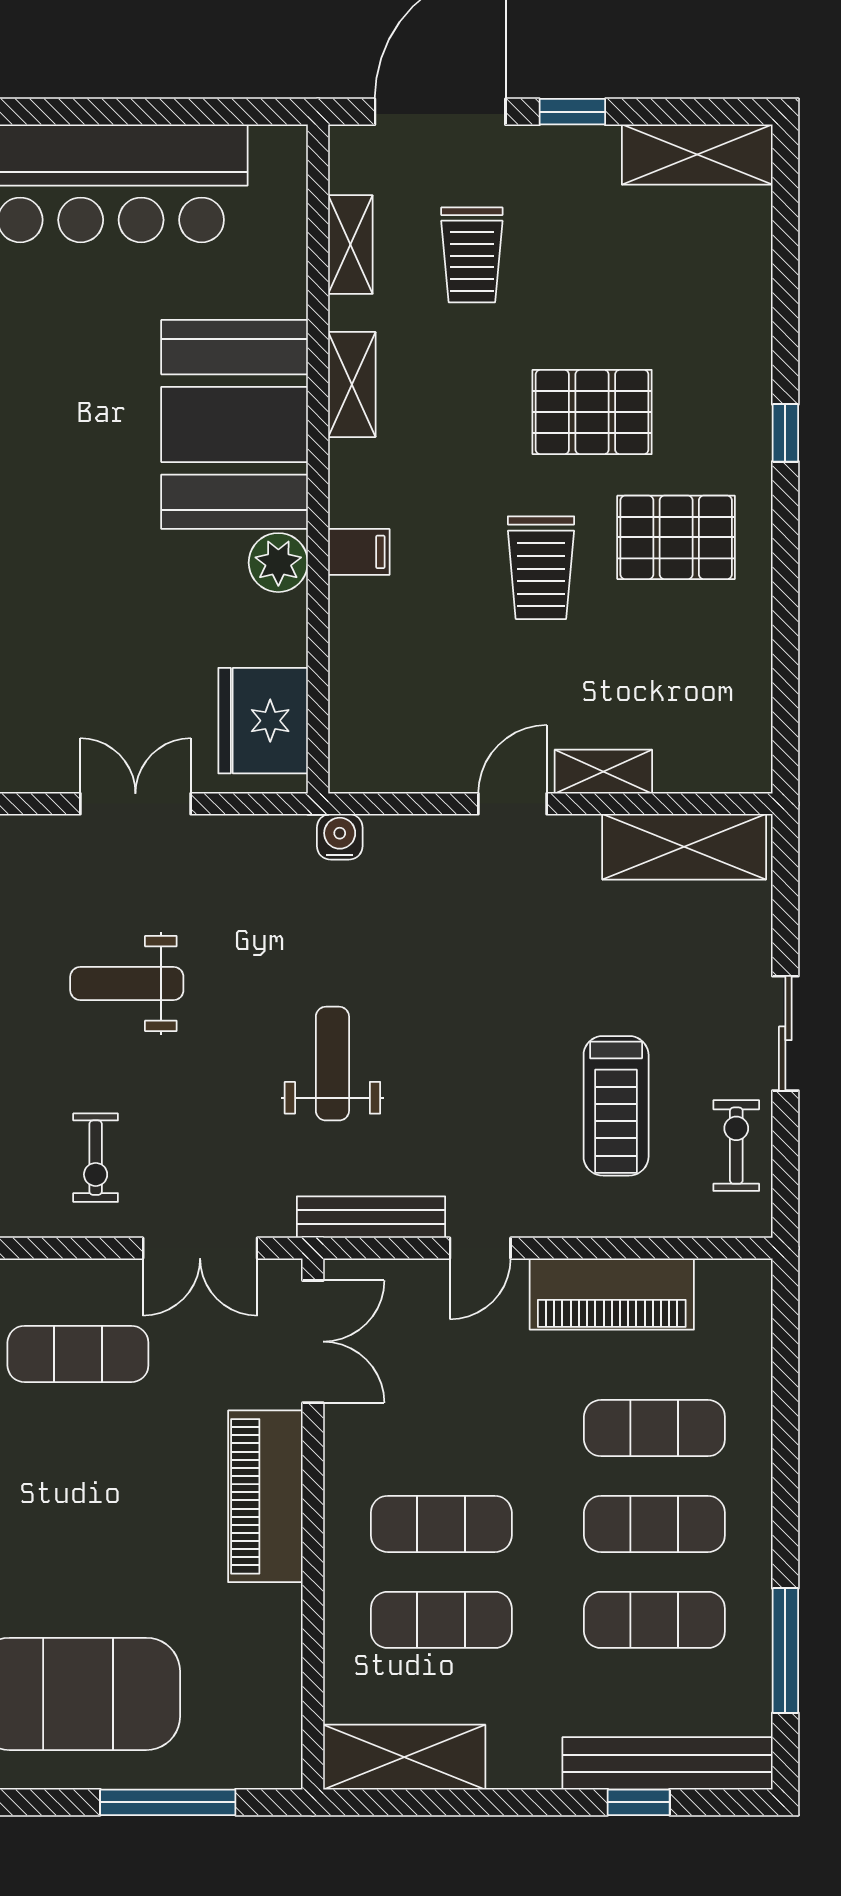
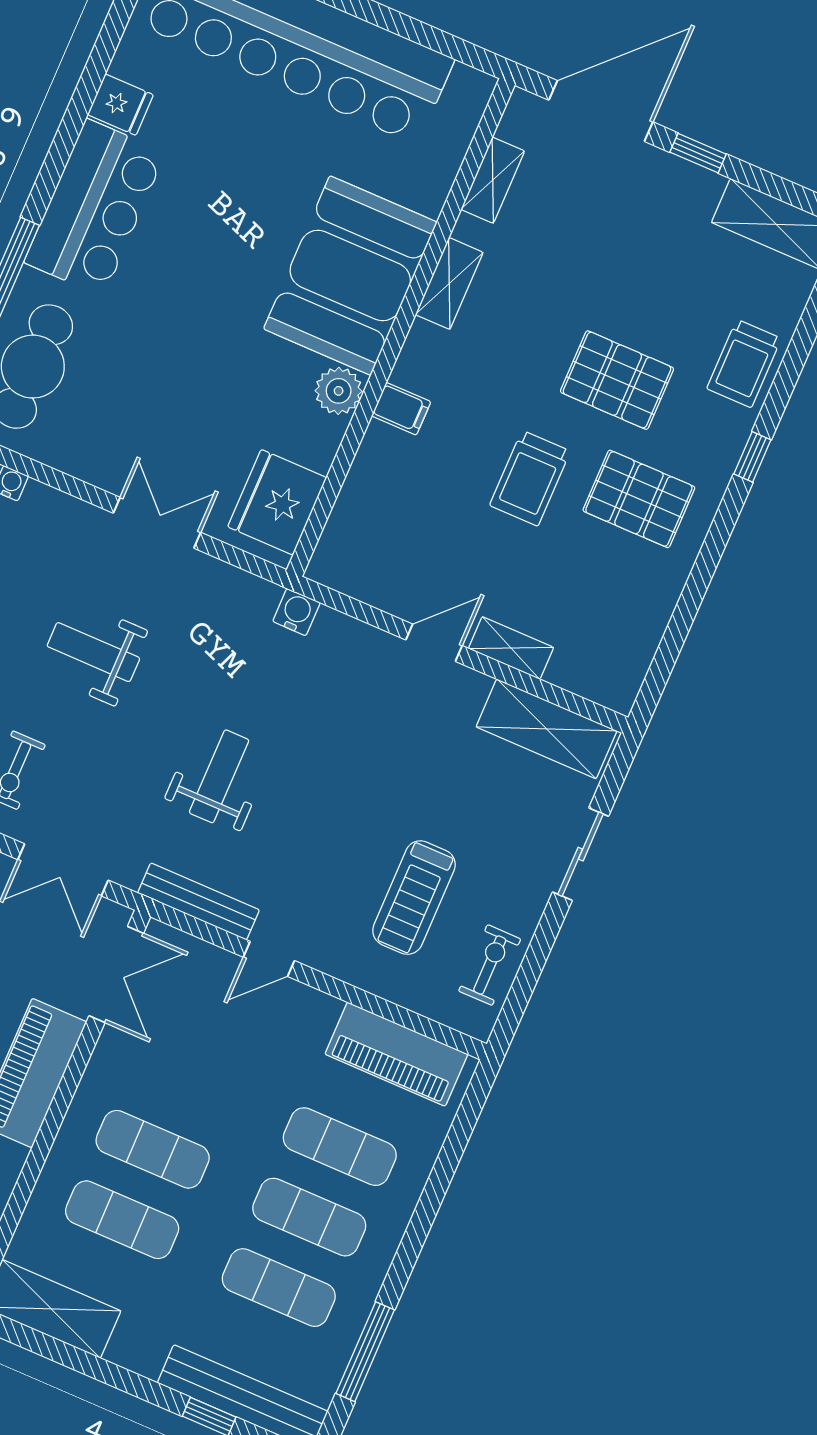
trolley: (472, 255) -> (744, 363), moved
sliding door: (785, 1033) -> (581, 854), moved
piano: (612, 1294) -> (396, 1054), moved

